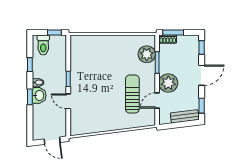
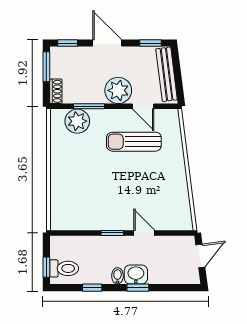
window: (54, 33) -> (46, 267), moved
window: (173, 33) -> (46, 67), moved
door: (68, 101) -> (144, 233), swing flipped
bench: (185, 116) -> (167, 74), width x1.36

